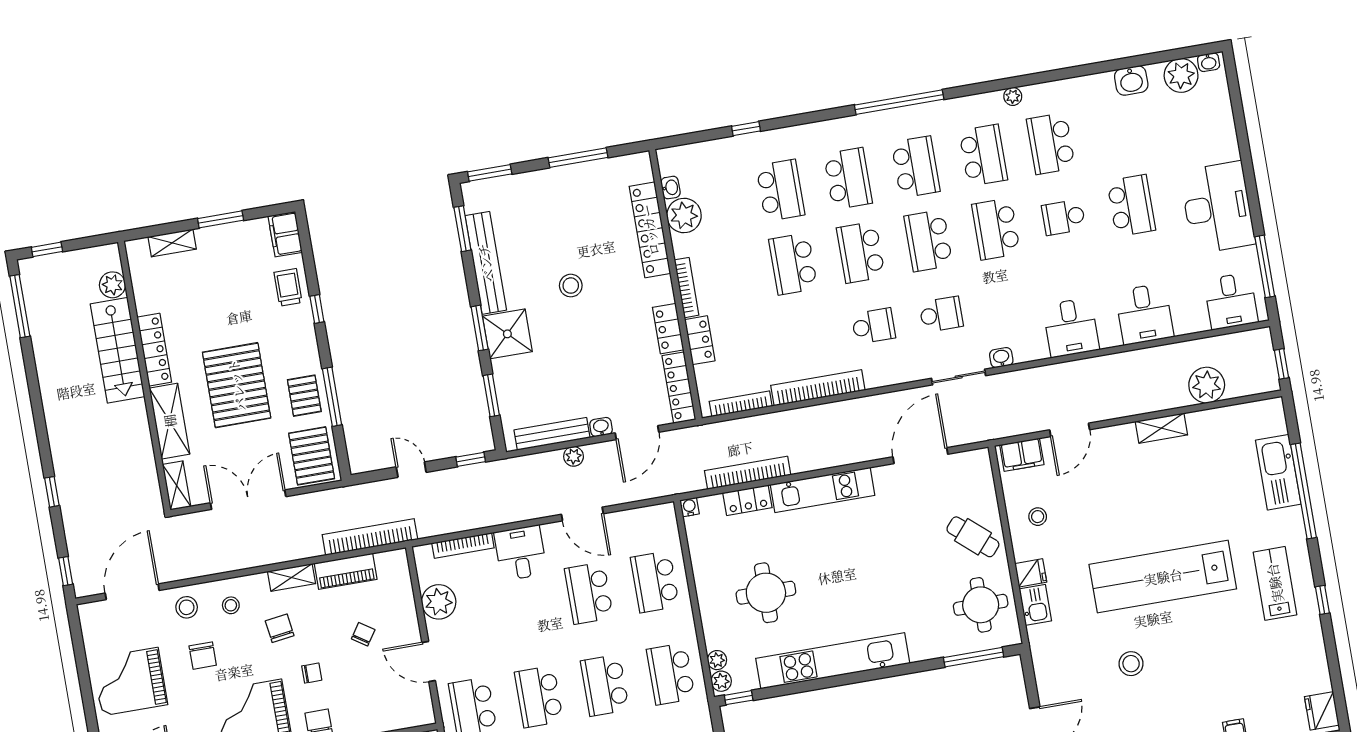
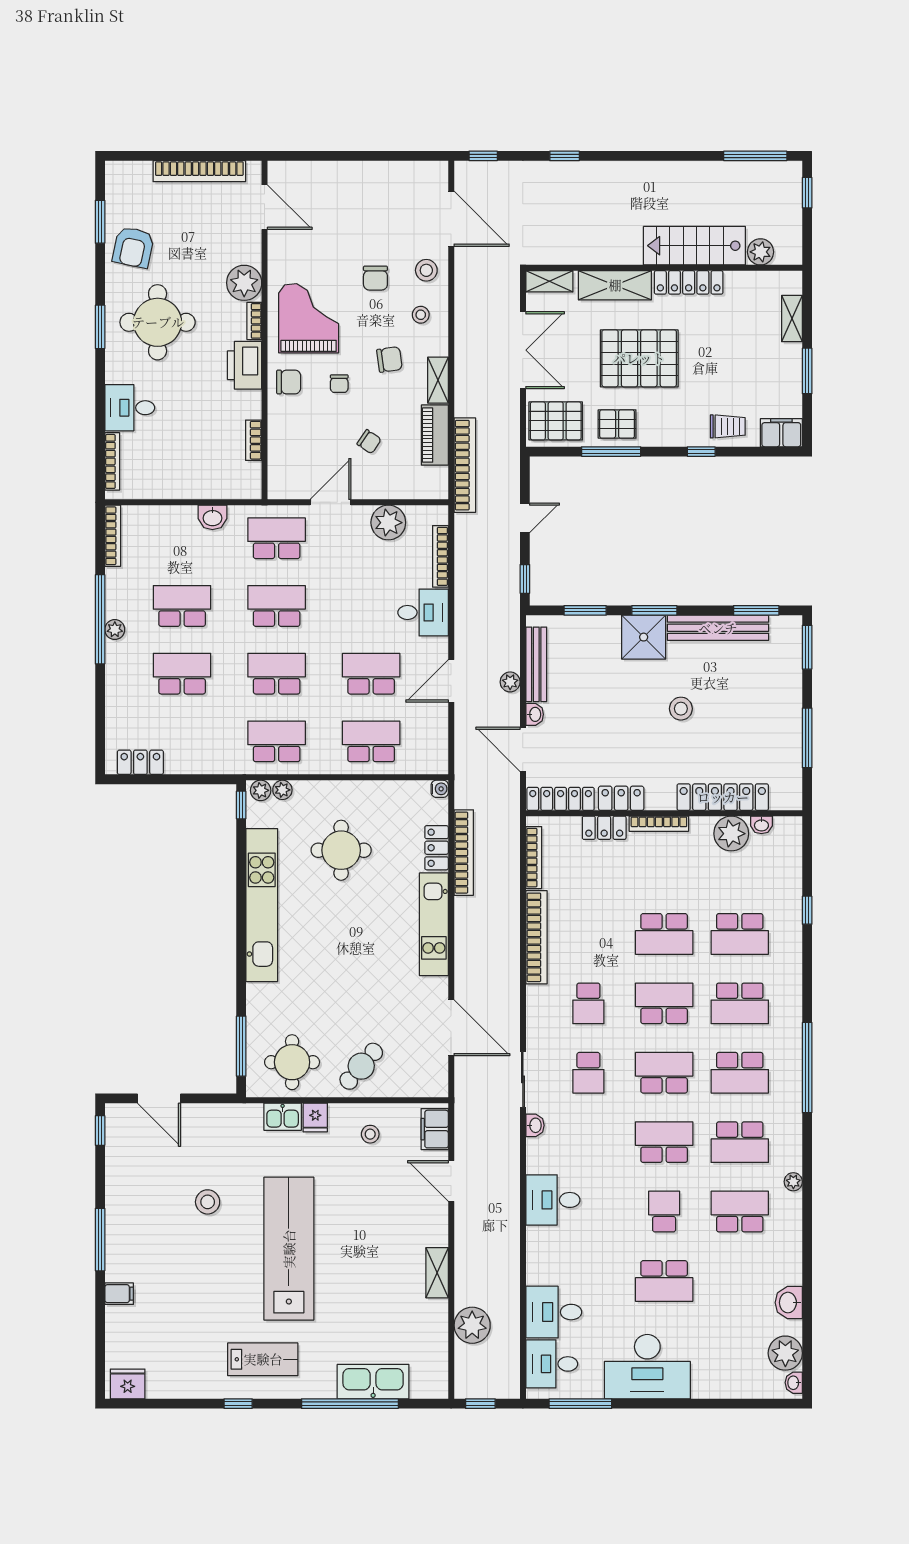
school desk: (793, 264) -> (664, 934), turned 180
desk: (1144, 314) -> (554, 1312), moved
chair: (203, 656) -> (375, 278), turned -90
grand piano: (130, 682) -> (362, 201), removed

